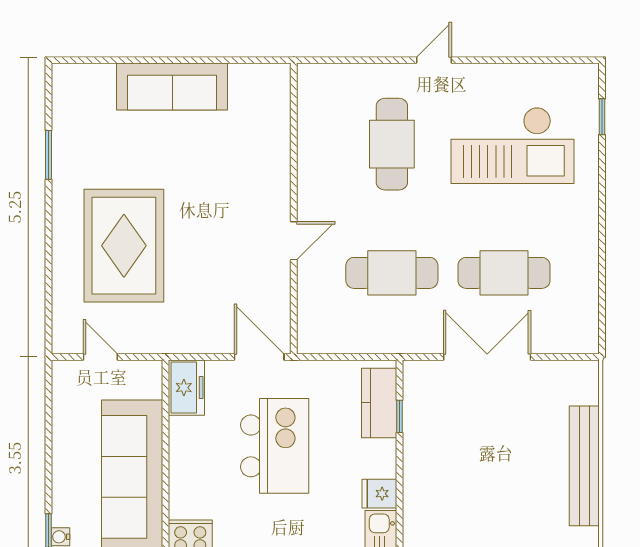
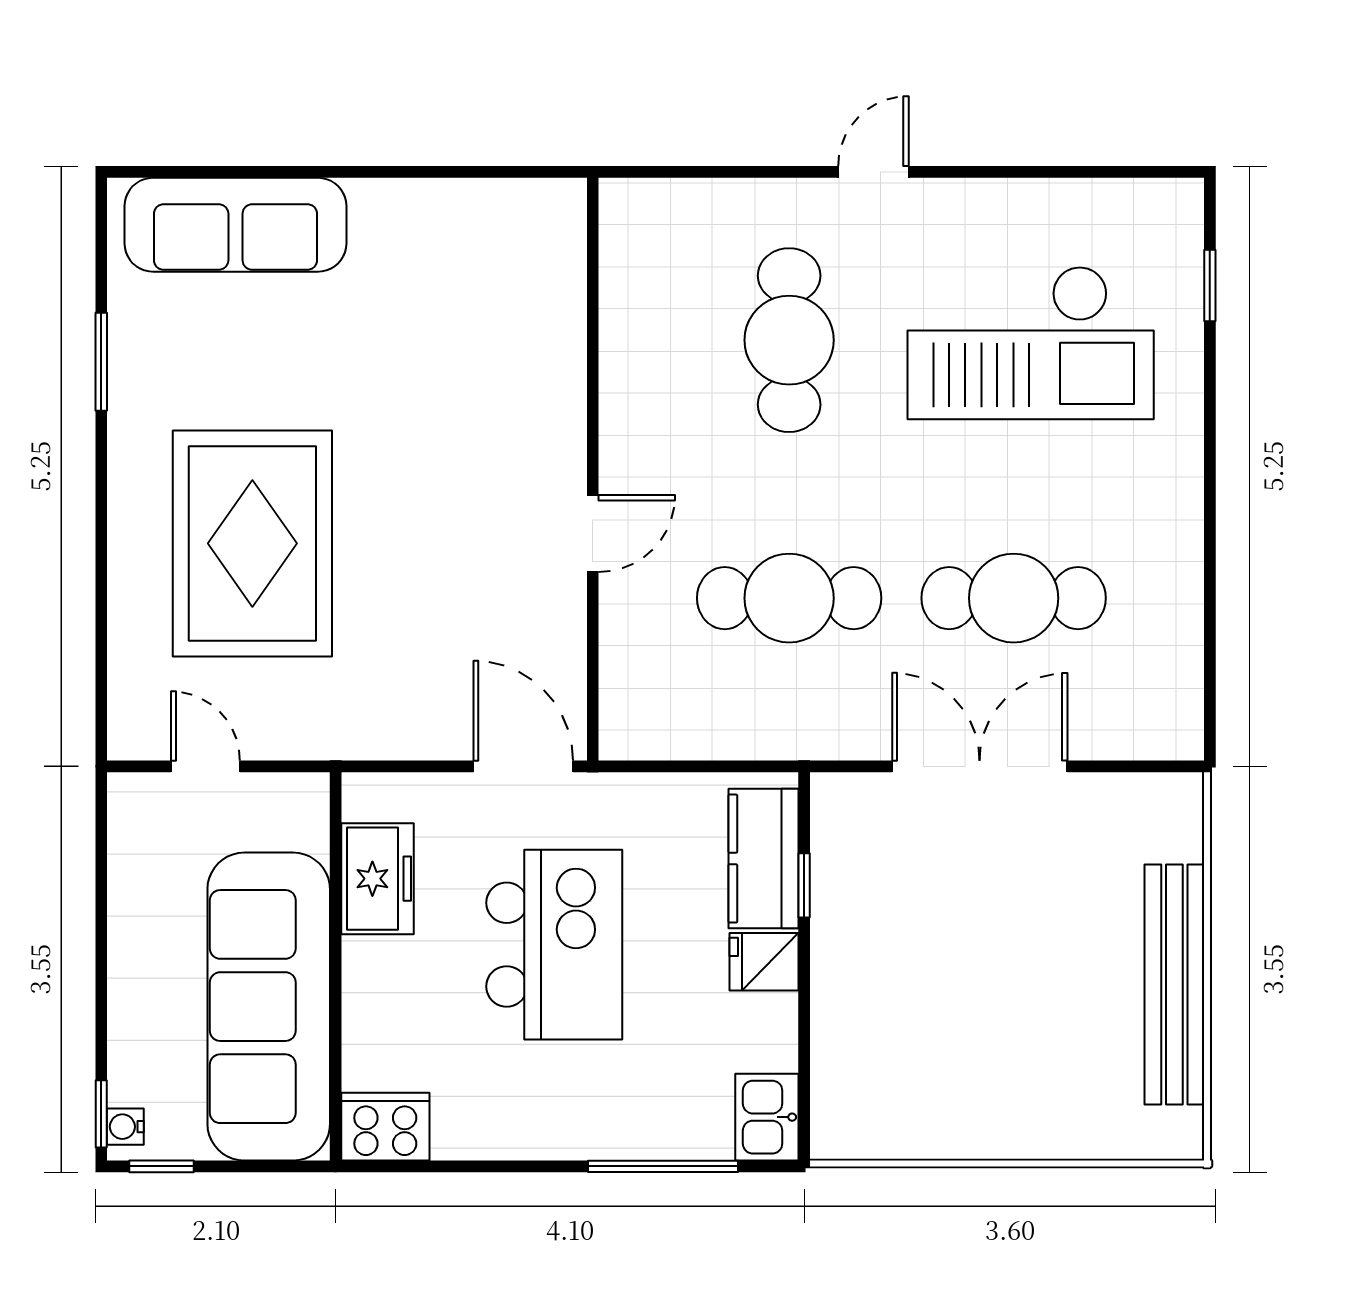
sofa: (172, 87) -> (235, 225), moved
freezer: (186, 388) -> (377, 879), moved
fridge: (379, 494) -> (764, 962), moved

